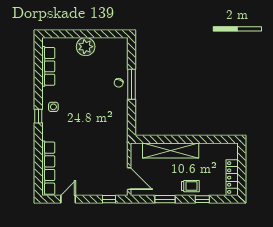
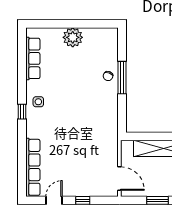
window: (109, 199) -> (83, 200), moved

